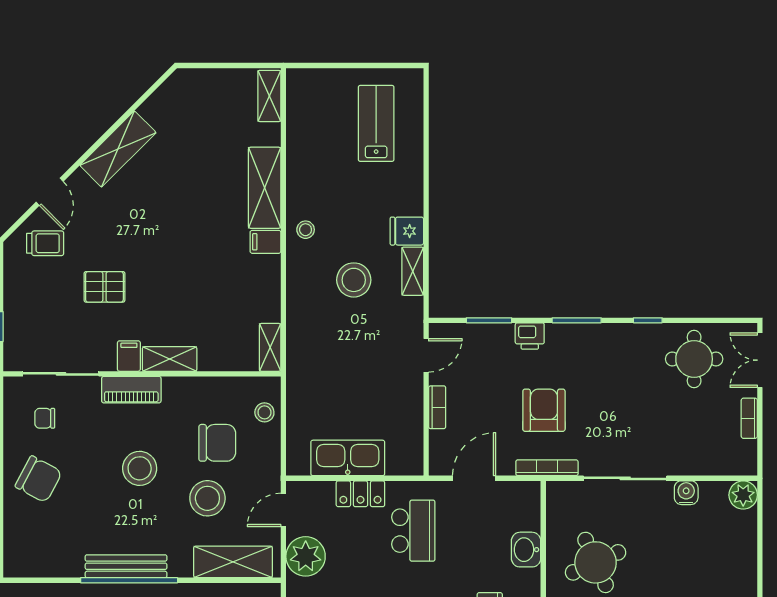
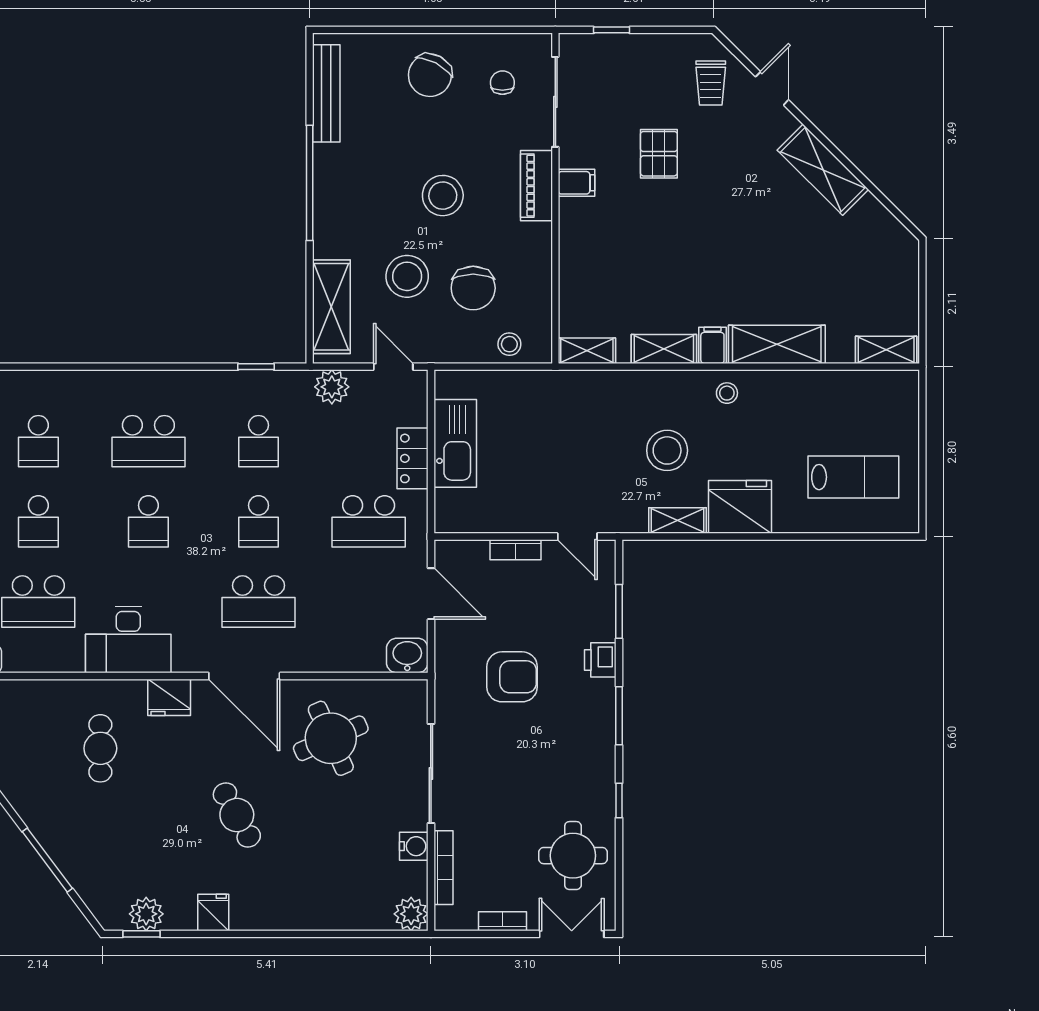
door: (50, 192) -> (772, 88), swing flipped
fridge: (407, 231) -> (740, 507), width x1.88, depth x1.34
shelving: (170, 359) -> (664, 349), moved, turned 90
bookcase: (547, 468) -> (443, 868), moved
washbasin: (526, 550) -> (407, 656), moved
plant: (306, 556) -> (332, 387), width x0.73, depth x0.73
bench: (126, 566) -> (326, 93), moved

